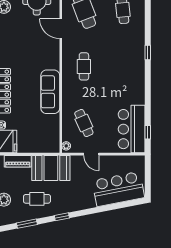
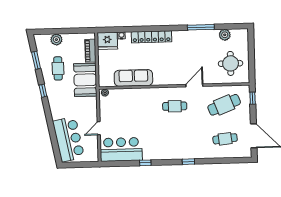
door: (61, 29) -> (194, 85), moved
sofa: (50, 92) -> (133, 78), moved
cafe table: (84, 123) -> (125, 108), removed
window: (148, 132) -> (145, 163), moved
door: (91, 154) -> (99, 128), moved

